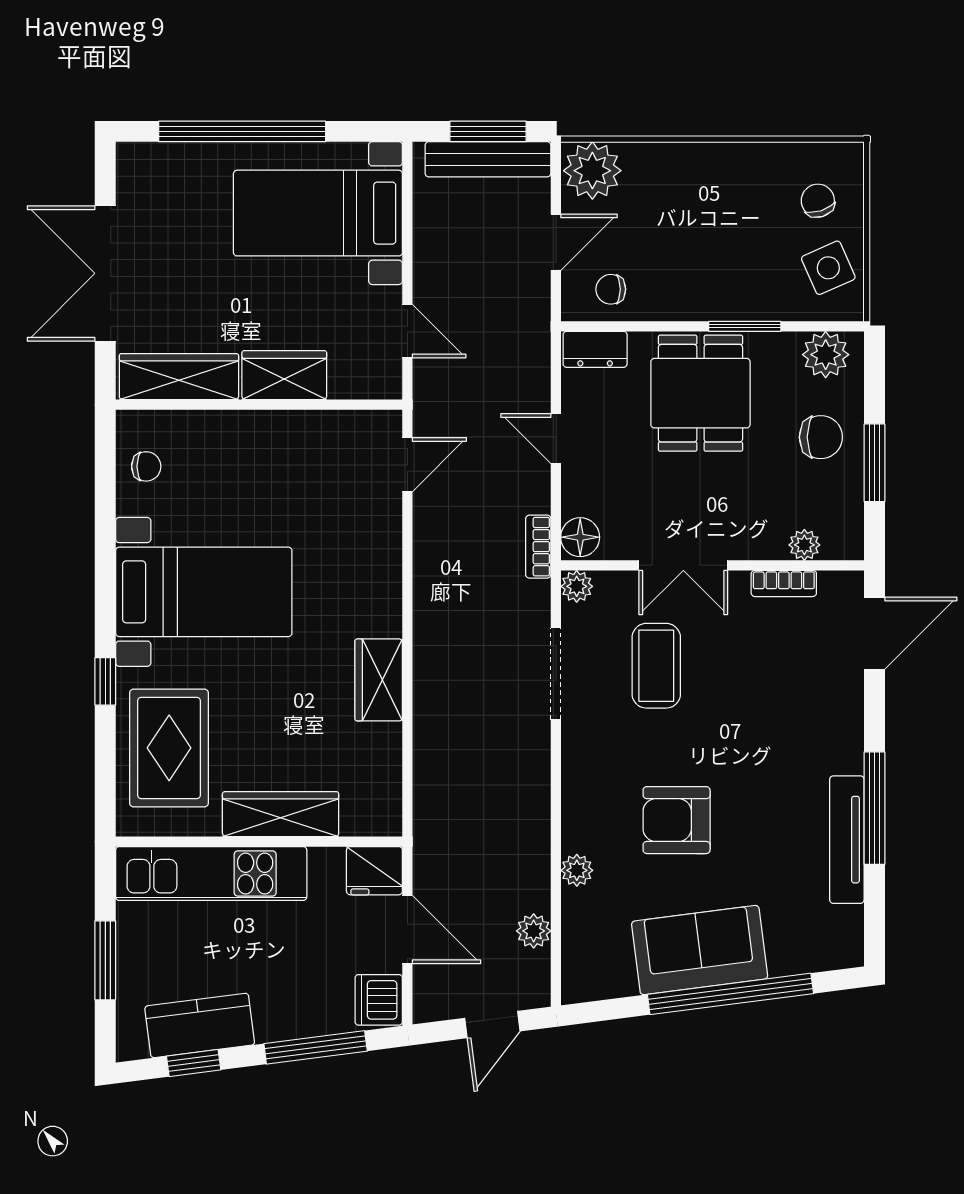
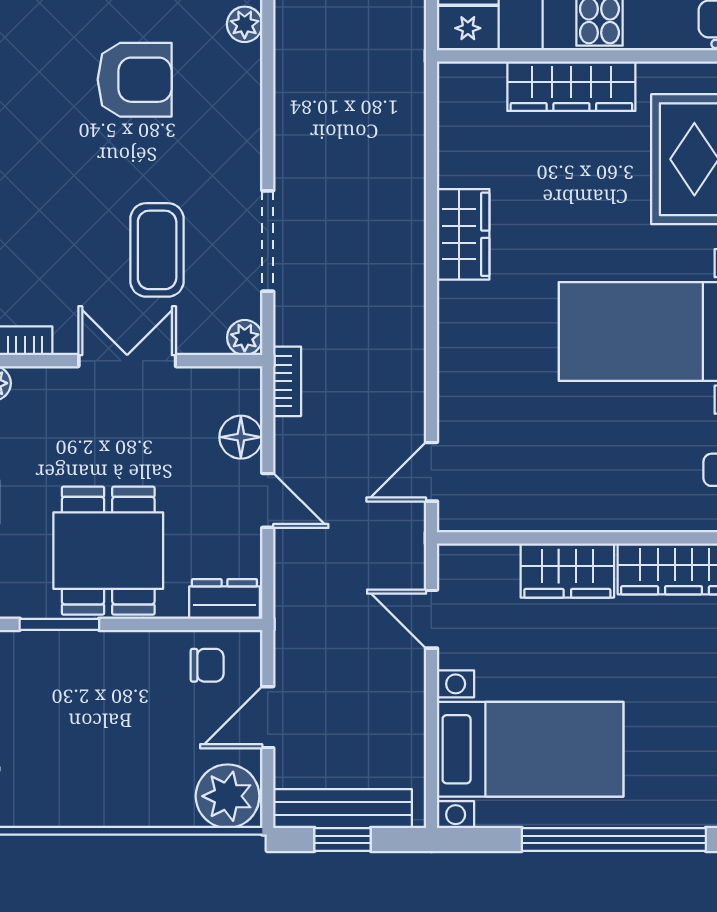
window: (488, 131) -> (343, 839), width x0.67
floor lamp: (580, 537) -> (241, 437), moved

